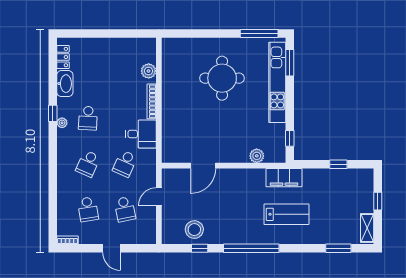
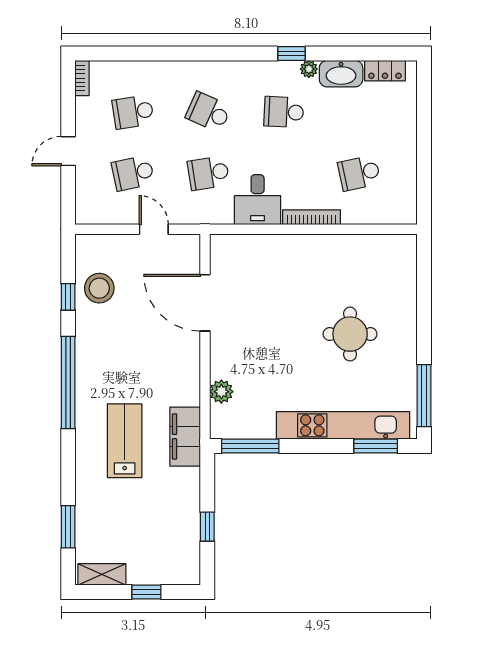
plant: (149, 71) -> (362, 212), removed
school desk: (125, 73) -> (359, 173), added
round table: (222, 78) -> (350, 334), width x0.73, depth x0.73
plant: (62, 123) -> (309, 69), moved
window: (290, 138) -> (250, 446), width x2.17
school desk: (125, 164) -> (208, 173), turned -33
door: (203, 166) -> (205, 303), width x1.36
lab bench: (286, 214) -> (125, 441), turned 180

